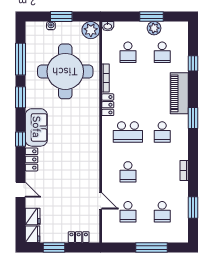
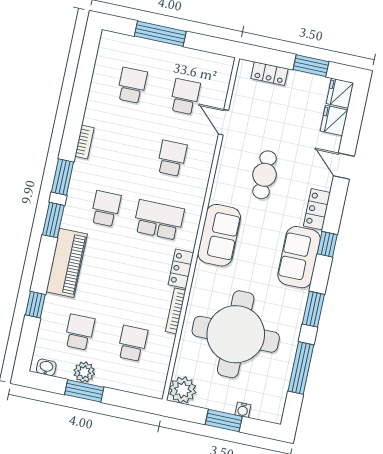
washbasin: (108, 26) -> (46, 367), moved
sofa: (89, 131) -> (219, 235), added
cafe table: (68, 174) -> (265, 175), added
window: (193, 208) -> (63, 177), moved

